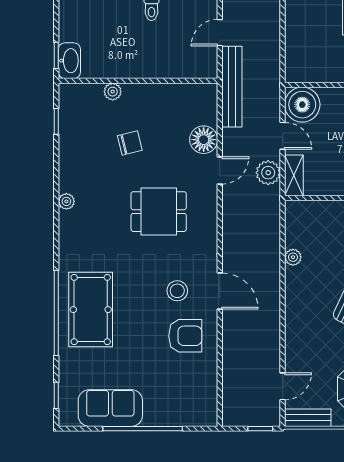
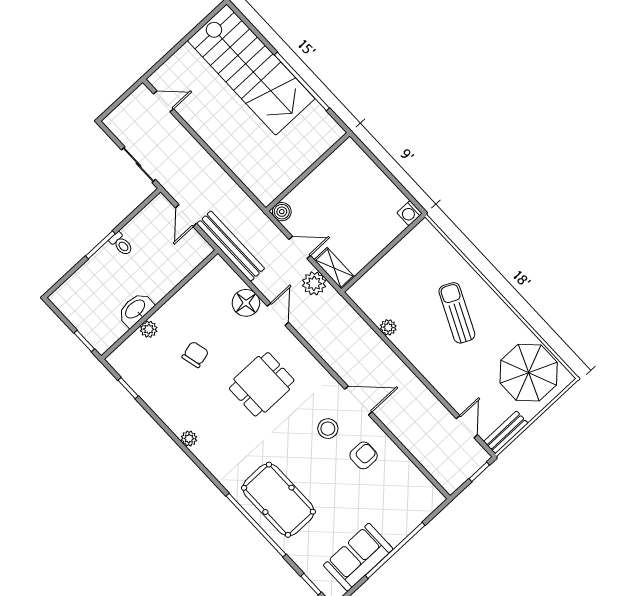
washbasin: (69, 61) -> (136, 309), moved, turned -90
boiler: (302, 105) -> (282, 212), width x0.54, depth x0.54
armchair: (185, 336) -> (364, 455), width x0.72, depth x0.72

